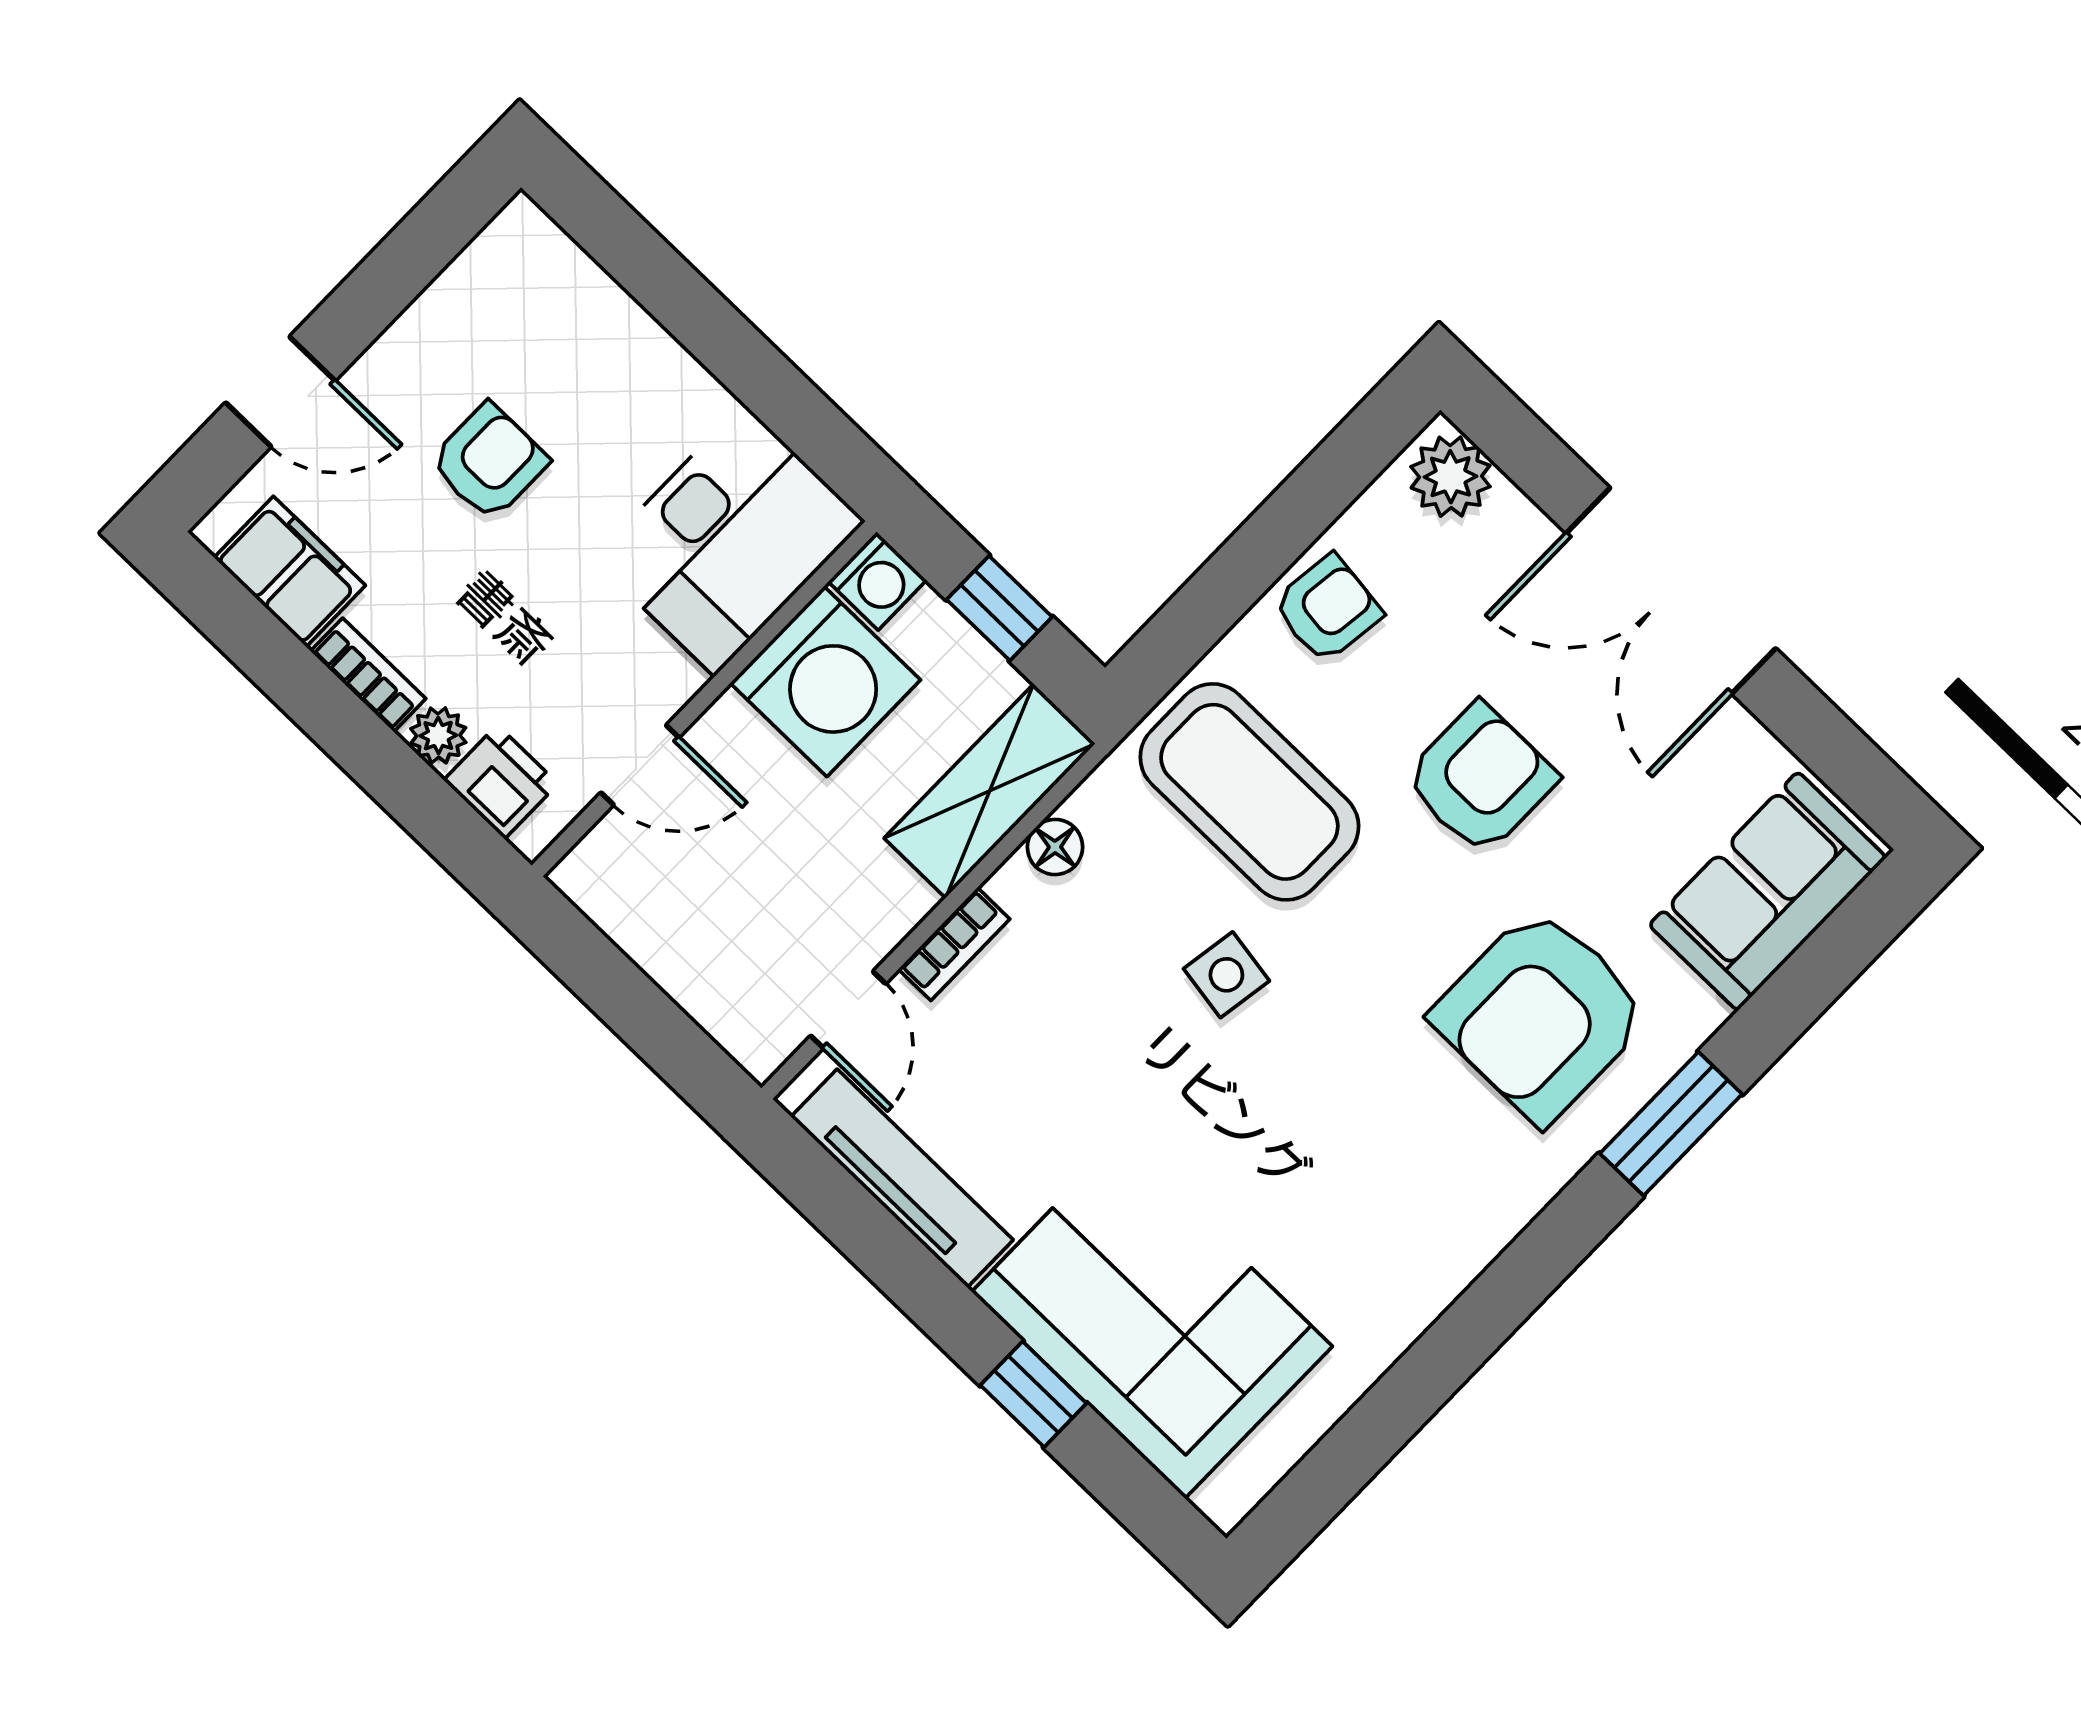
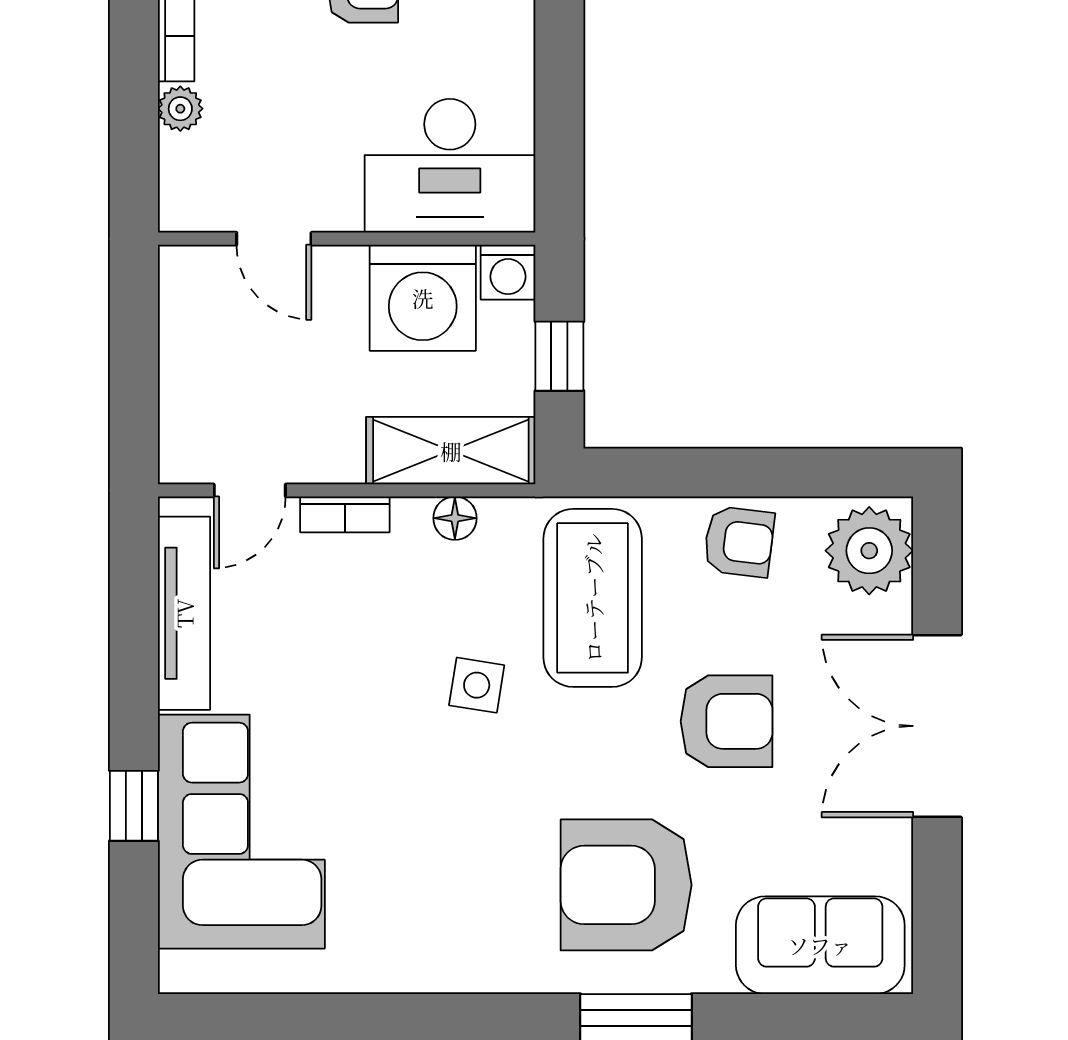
plant: (1451, 477) -> (869, 551), width x1.36, depth x1.36
printer: (501, 782) -> (188, 169), removed

